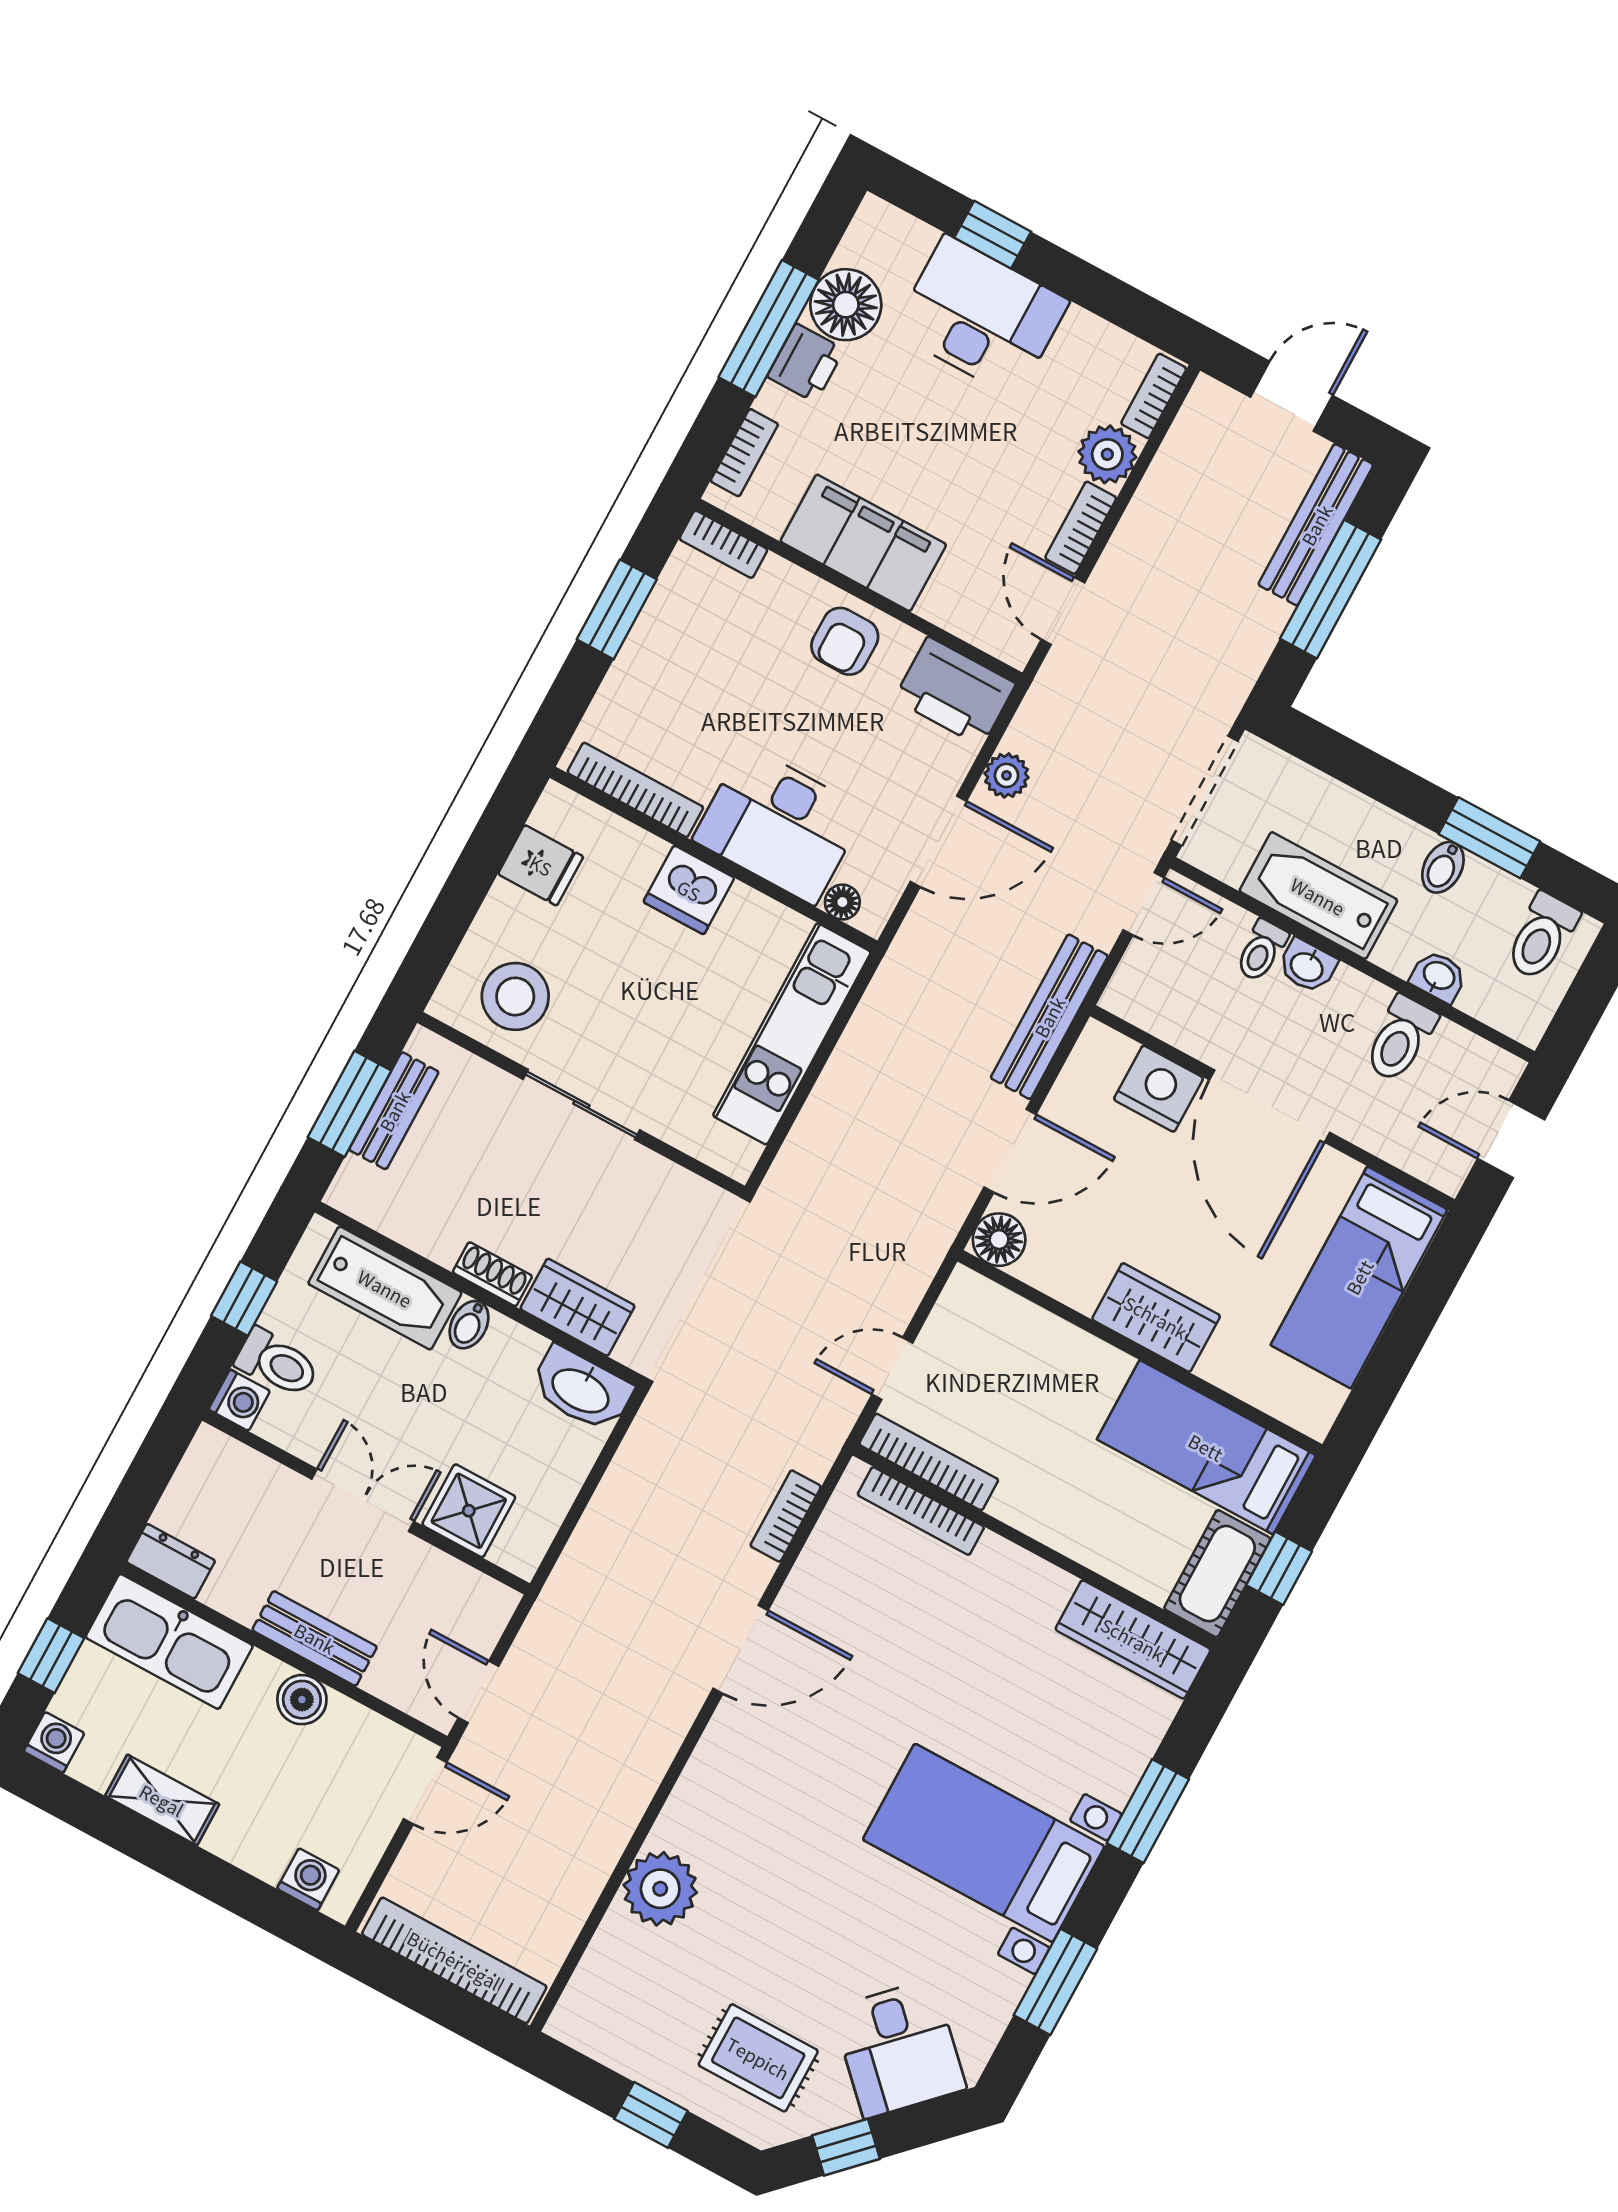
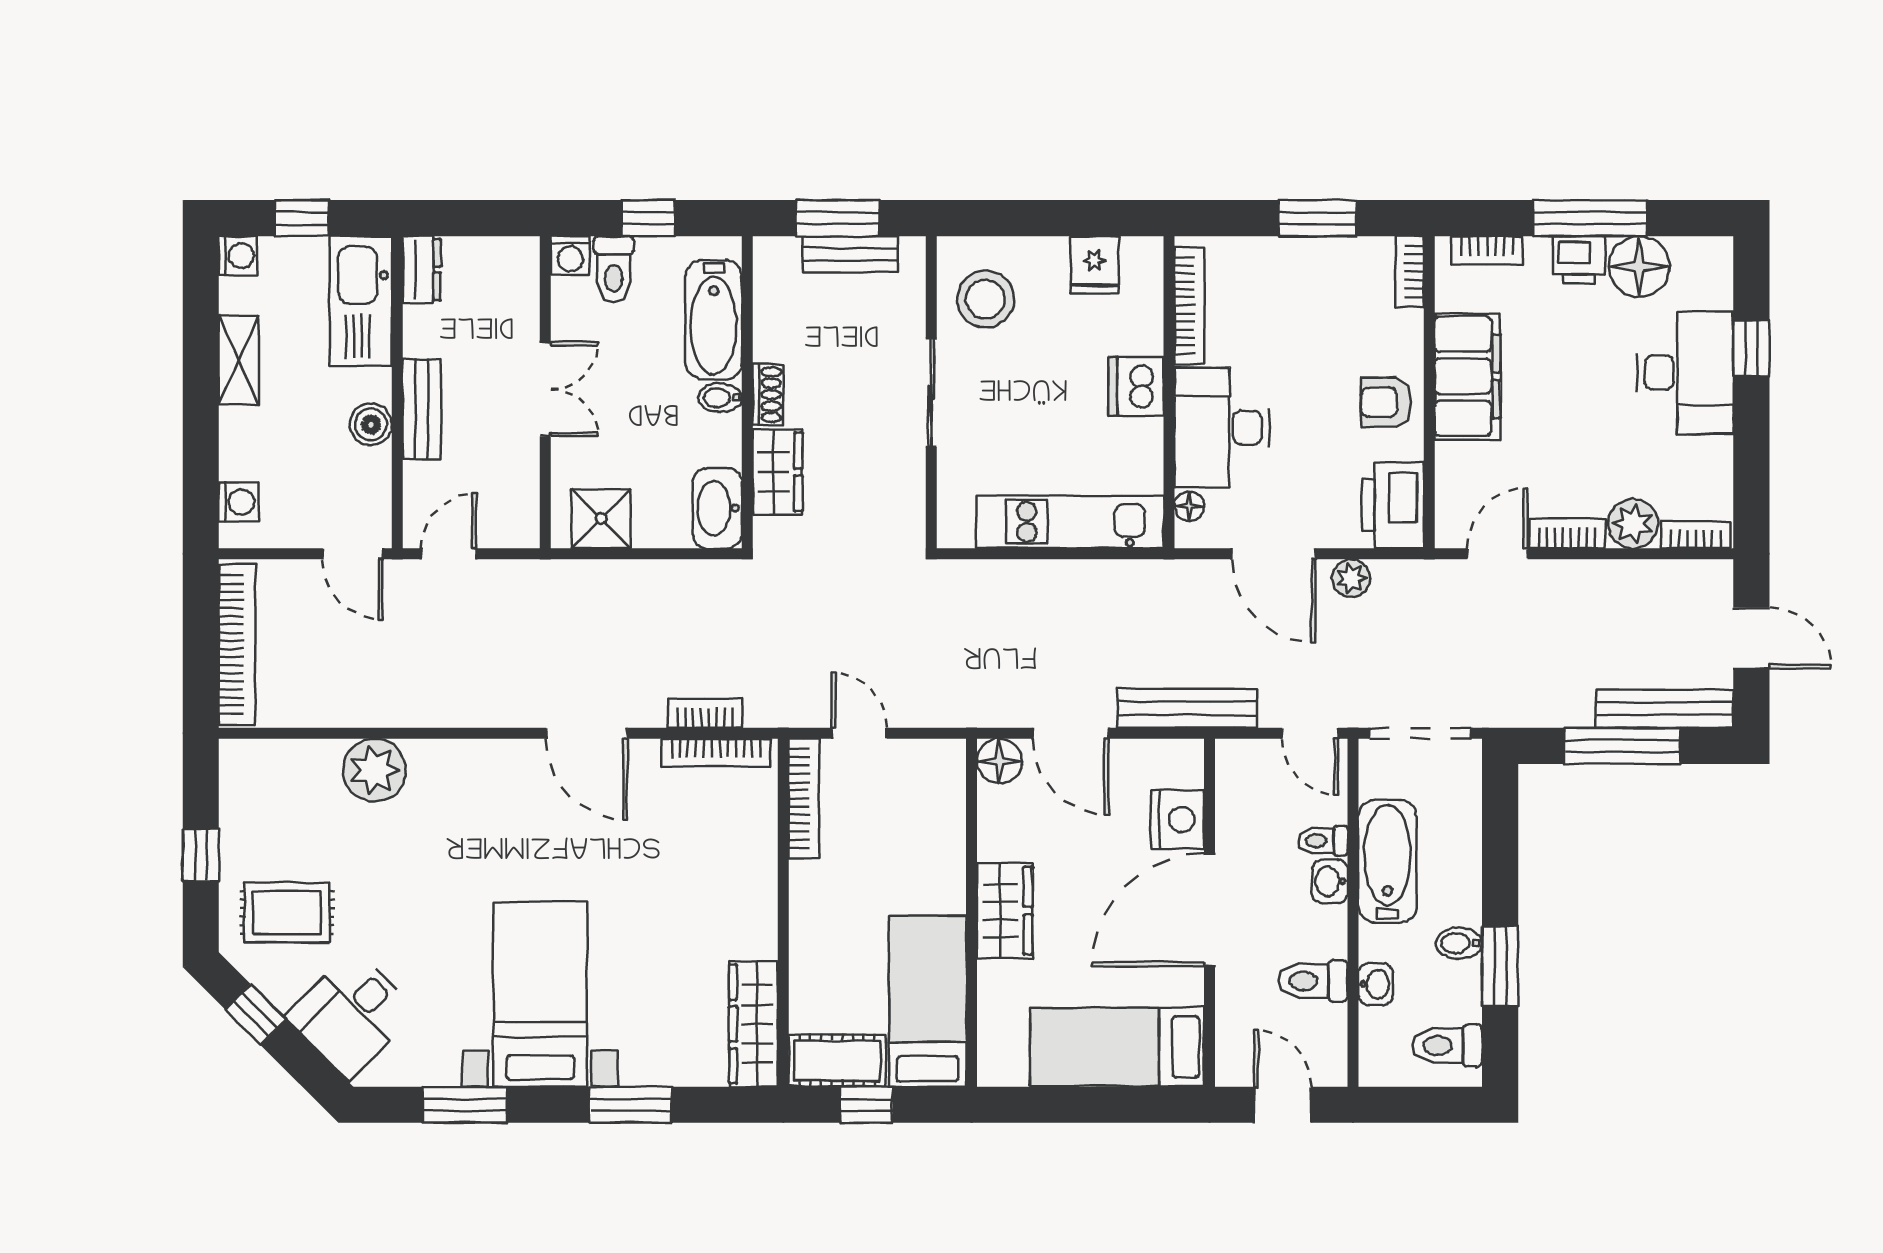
shower: (469, 1511) -> (601, 519), moved
bookcase: (921, 1511) -> (716, 753), moved, turned -90
rug: (758, 2058) -> (287, 912), turned 90

